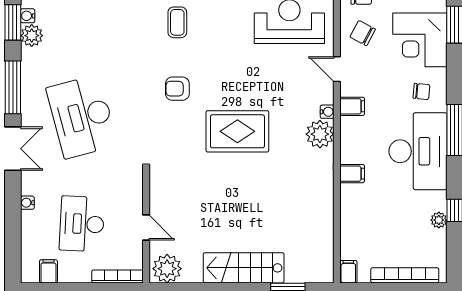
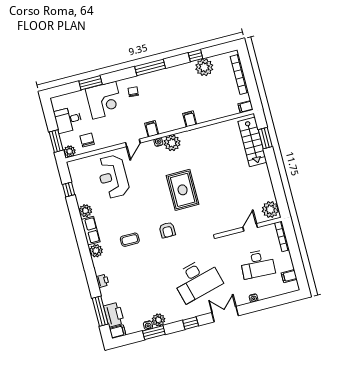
chair: (363, 33) -> (109, 134), removed
window: (13, 87) -> (191, 323), width x0.46
desk: (418, 151) -> (167, 85), removed
plant: (439, 220) -> (204, 67), width x1.87, depth x1.87
stairs: (244, 268) -> (252, 142), moved

